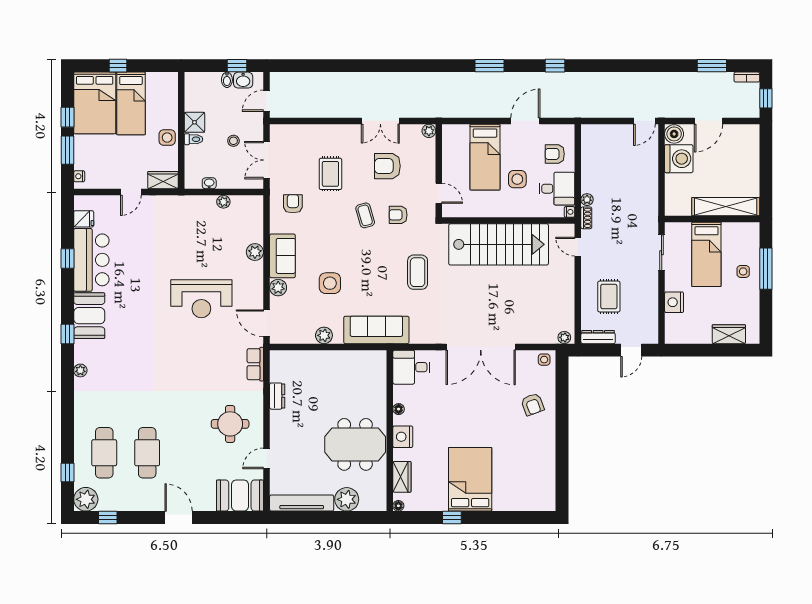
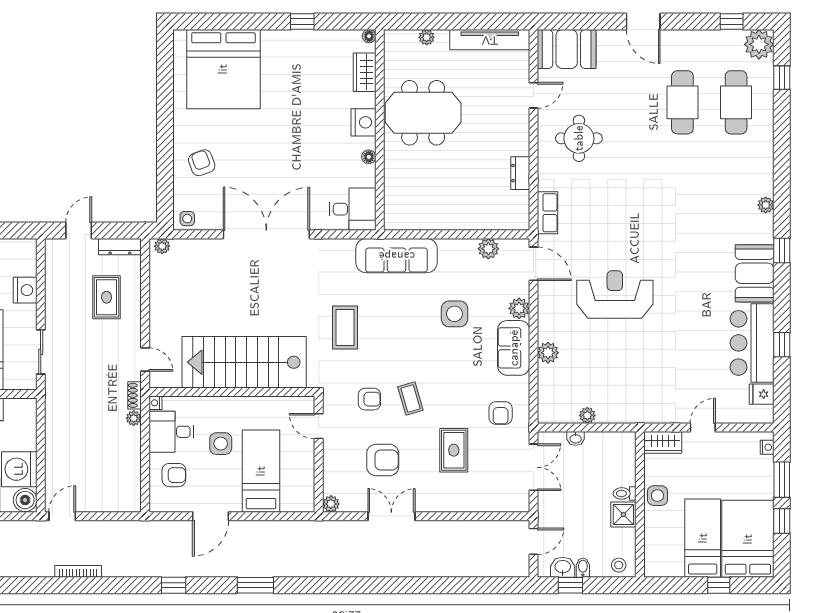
bookcase: (632, 77) -> (78, 571), added
stool: (233, 141) -> (619, 565), moved
washbasin: (209, 183) -> (576, 438), moved
plant: (324, 335) -> (488, 249), moved
bed: (470, 479) -> (223, 69), moved, width x1.36
plant: (347, 499) -> (427, 37), width x0.53, depth x0.53

